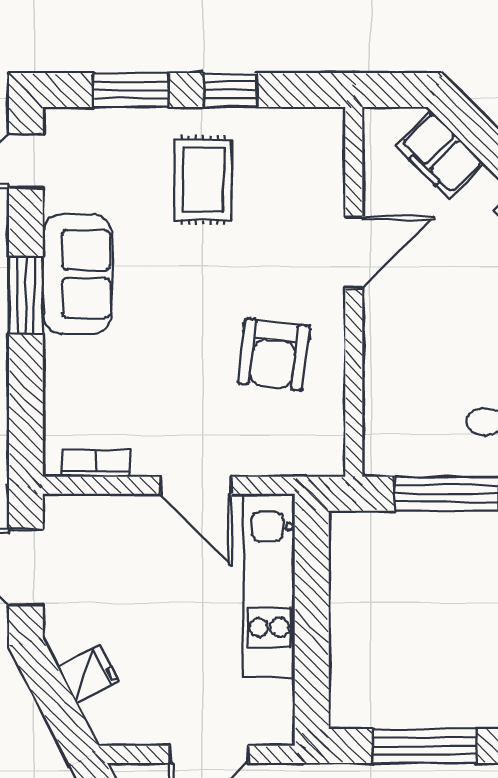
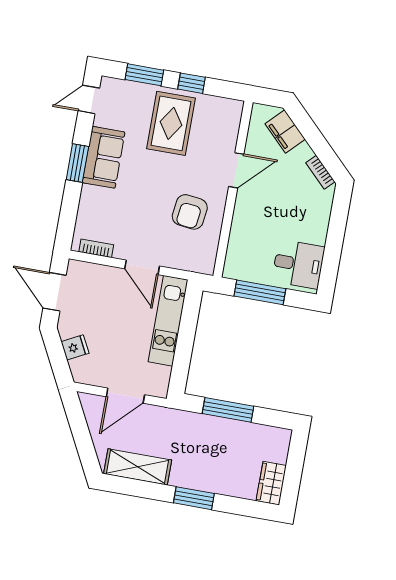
rug: (203, 180) -> (171, 123), width x1.36, depth x1.43

